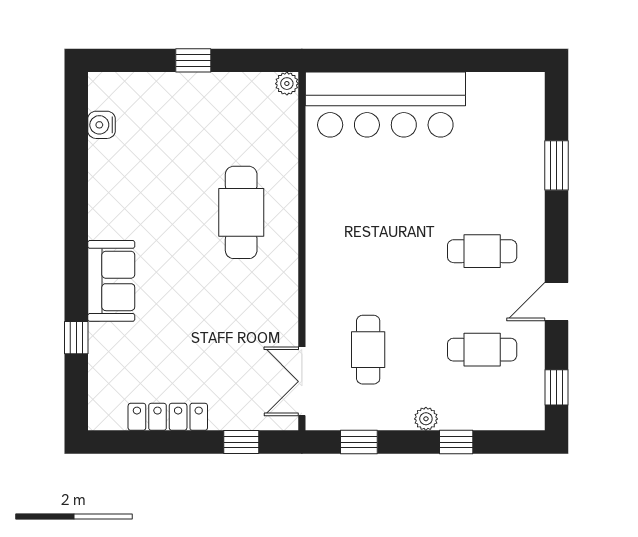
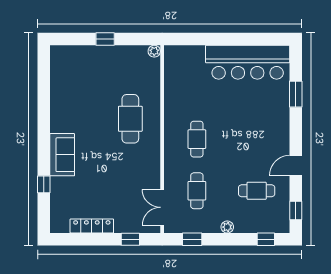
bar counter: (385, 105) -> (248, 62), moved
water cooler: (102, 125) -> (57, 73), removed
cafe table: (482, 251) -> (197, 139), moved, turned 90
window: (456, 442) -> (266, 239), moved

